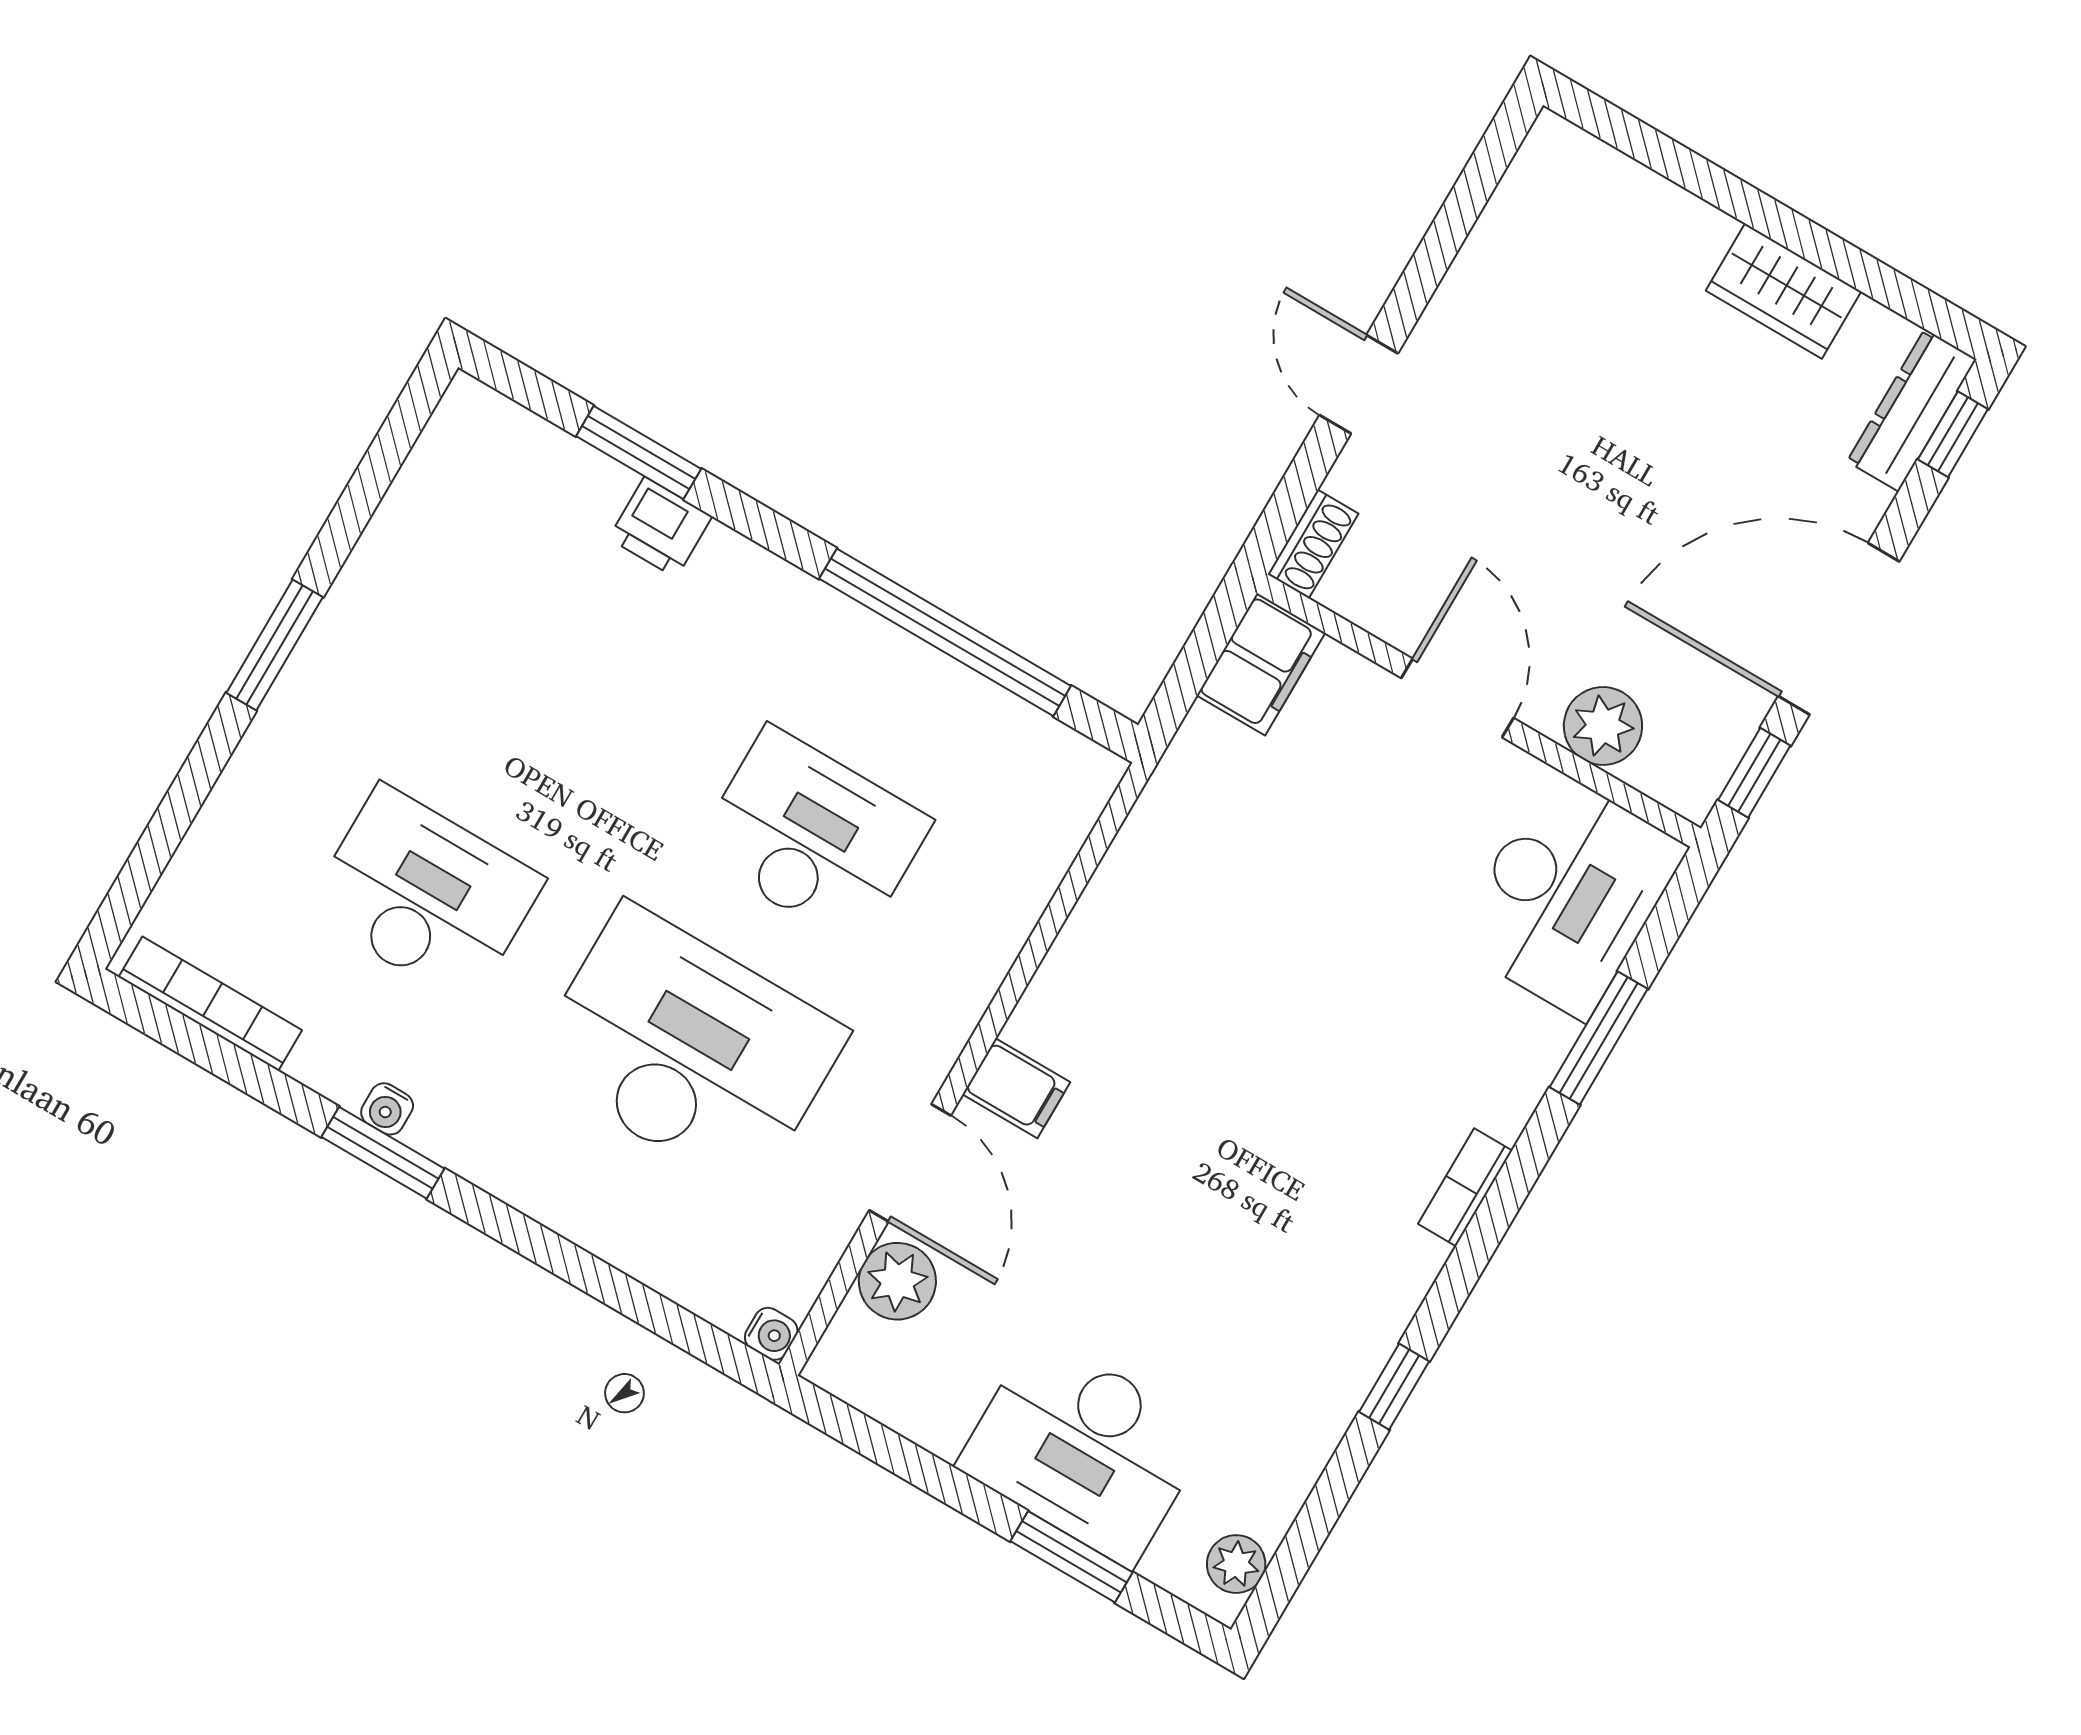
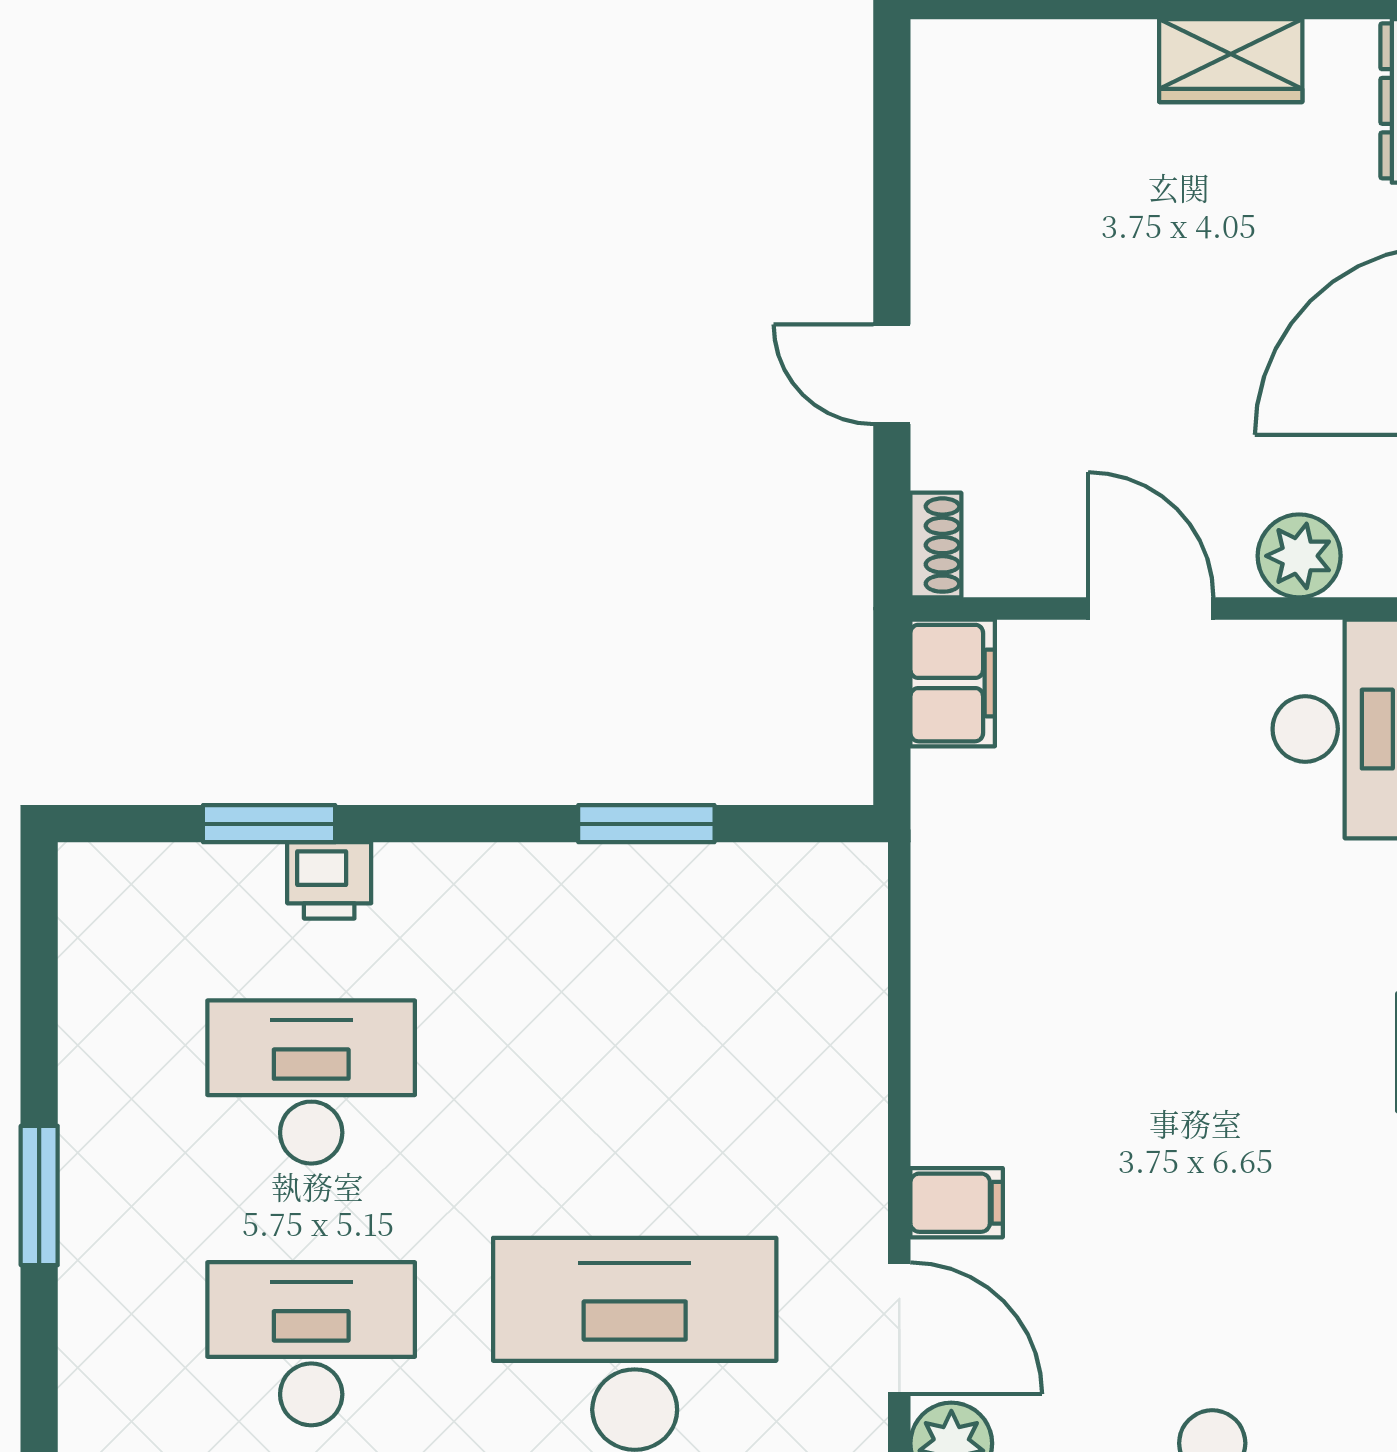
window: (945, 632) -> (646, 824), width x0.47
desk: (812, 837) -> (311, 1082), moved

